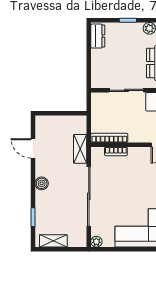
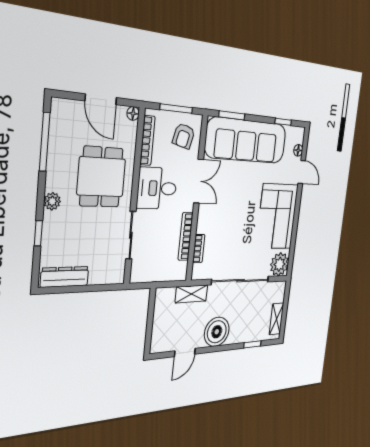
dresser: (98, 36) -> (65, 277), width x1.44
bookcase: (109, 138) -> (186, 236), moved
boiler: (42, 183) -> (217, 332), width x1.86, depth x1.86
plant: (96, 242) -> (280, 264), width x1.88, depth x1.88

